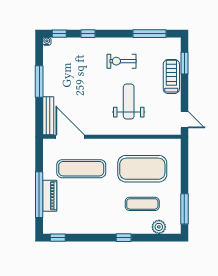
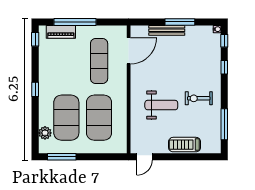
exercise bike: (121, 61) -> (199, 98), turned -90
window: (184, 63) -> (197, 157), removed
treadmill: (171, 76) -> (185, 145), turned 180
bench: (48, 116) -> (167, 30), moved
piano: (50, 196) -> (61, 32), moved
exercise mat: (142, 204) -> (66, 118), width x2.00, depth x1.45
window: (124, 238) -> (35, 89), moved

